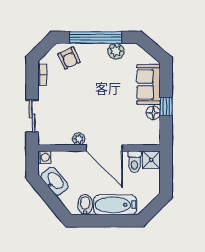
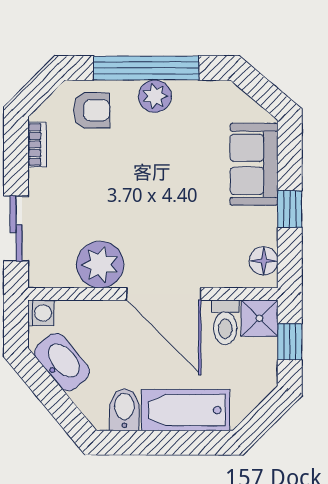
plant: (116, 51) -> (155, 96), moved
armchair: (69, 58) -> (92, 110), turned -65
floor lamp: (153, 113) -> (264, 261), moved
plant: (79, 139) -> (100, 265), width x1.87, depth x1.87
window: (166, 171) -> (290, 342), added

